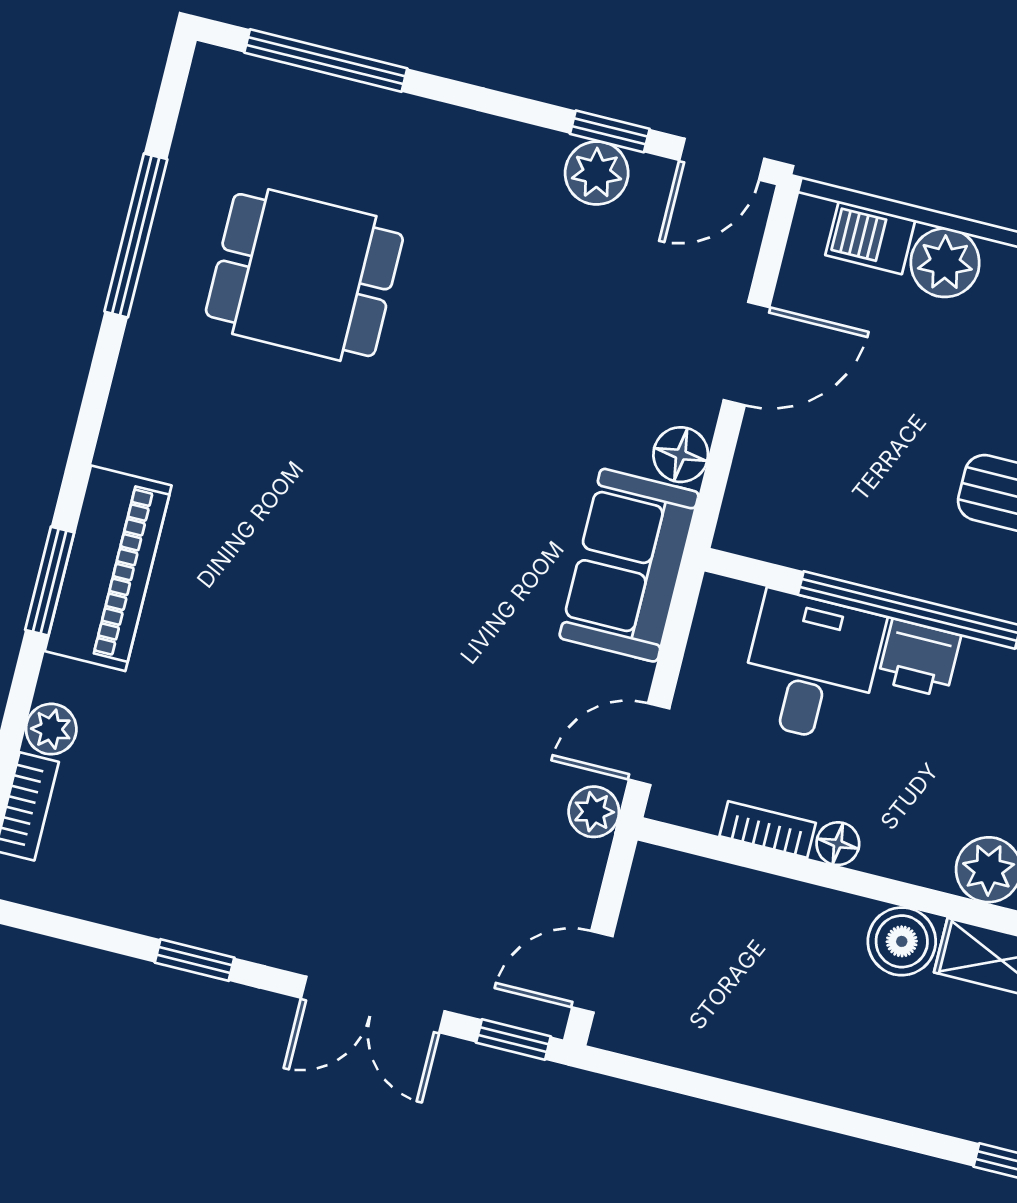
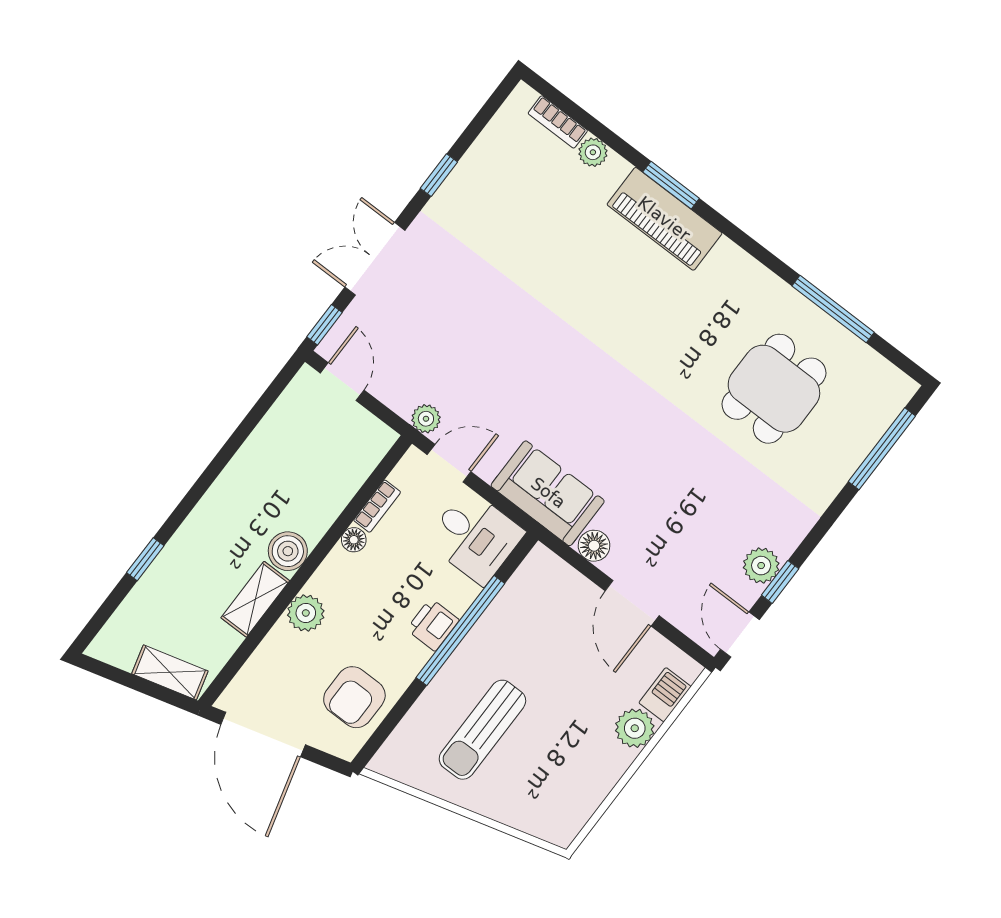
desk: (811, 667) -> (475, 537), moved
door: (649, 744) -> (449, 463), hinge flipped

